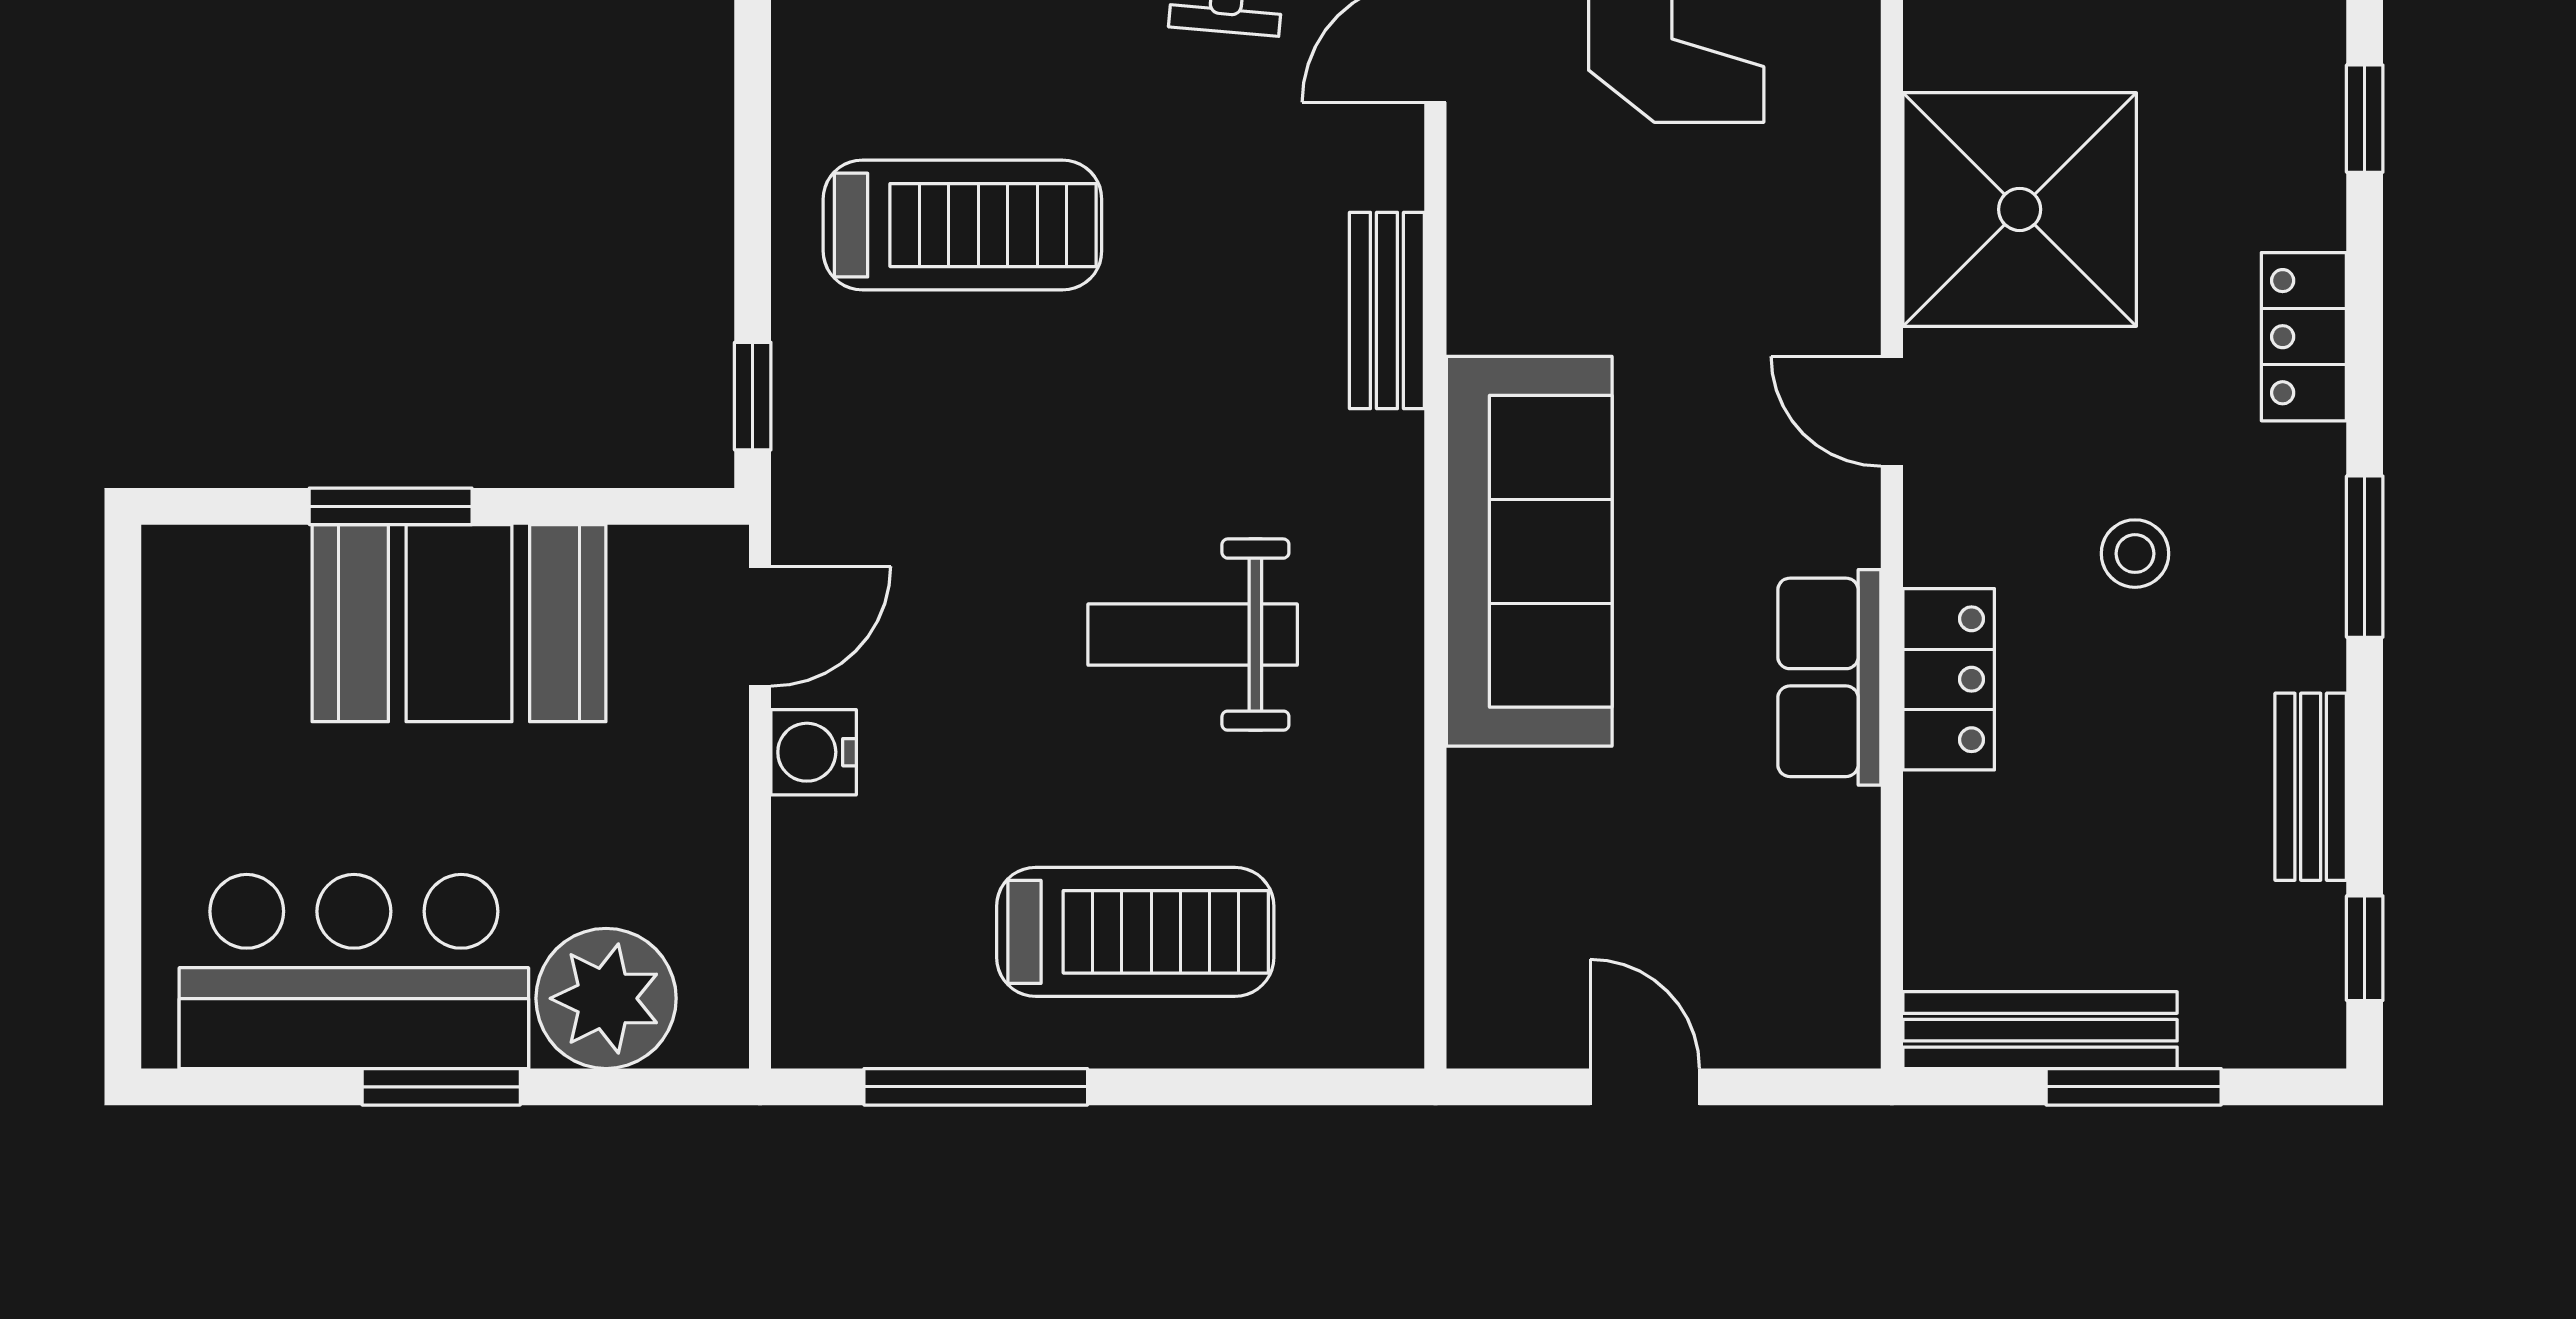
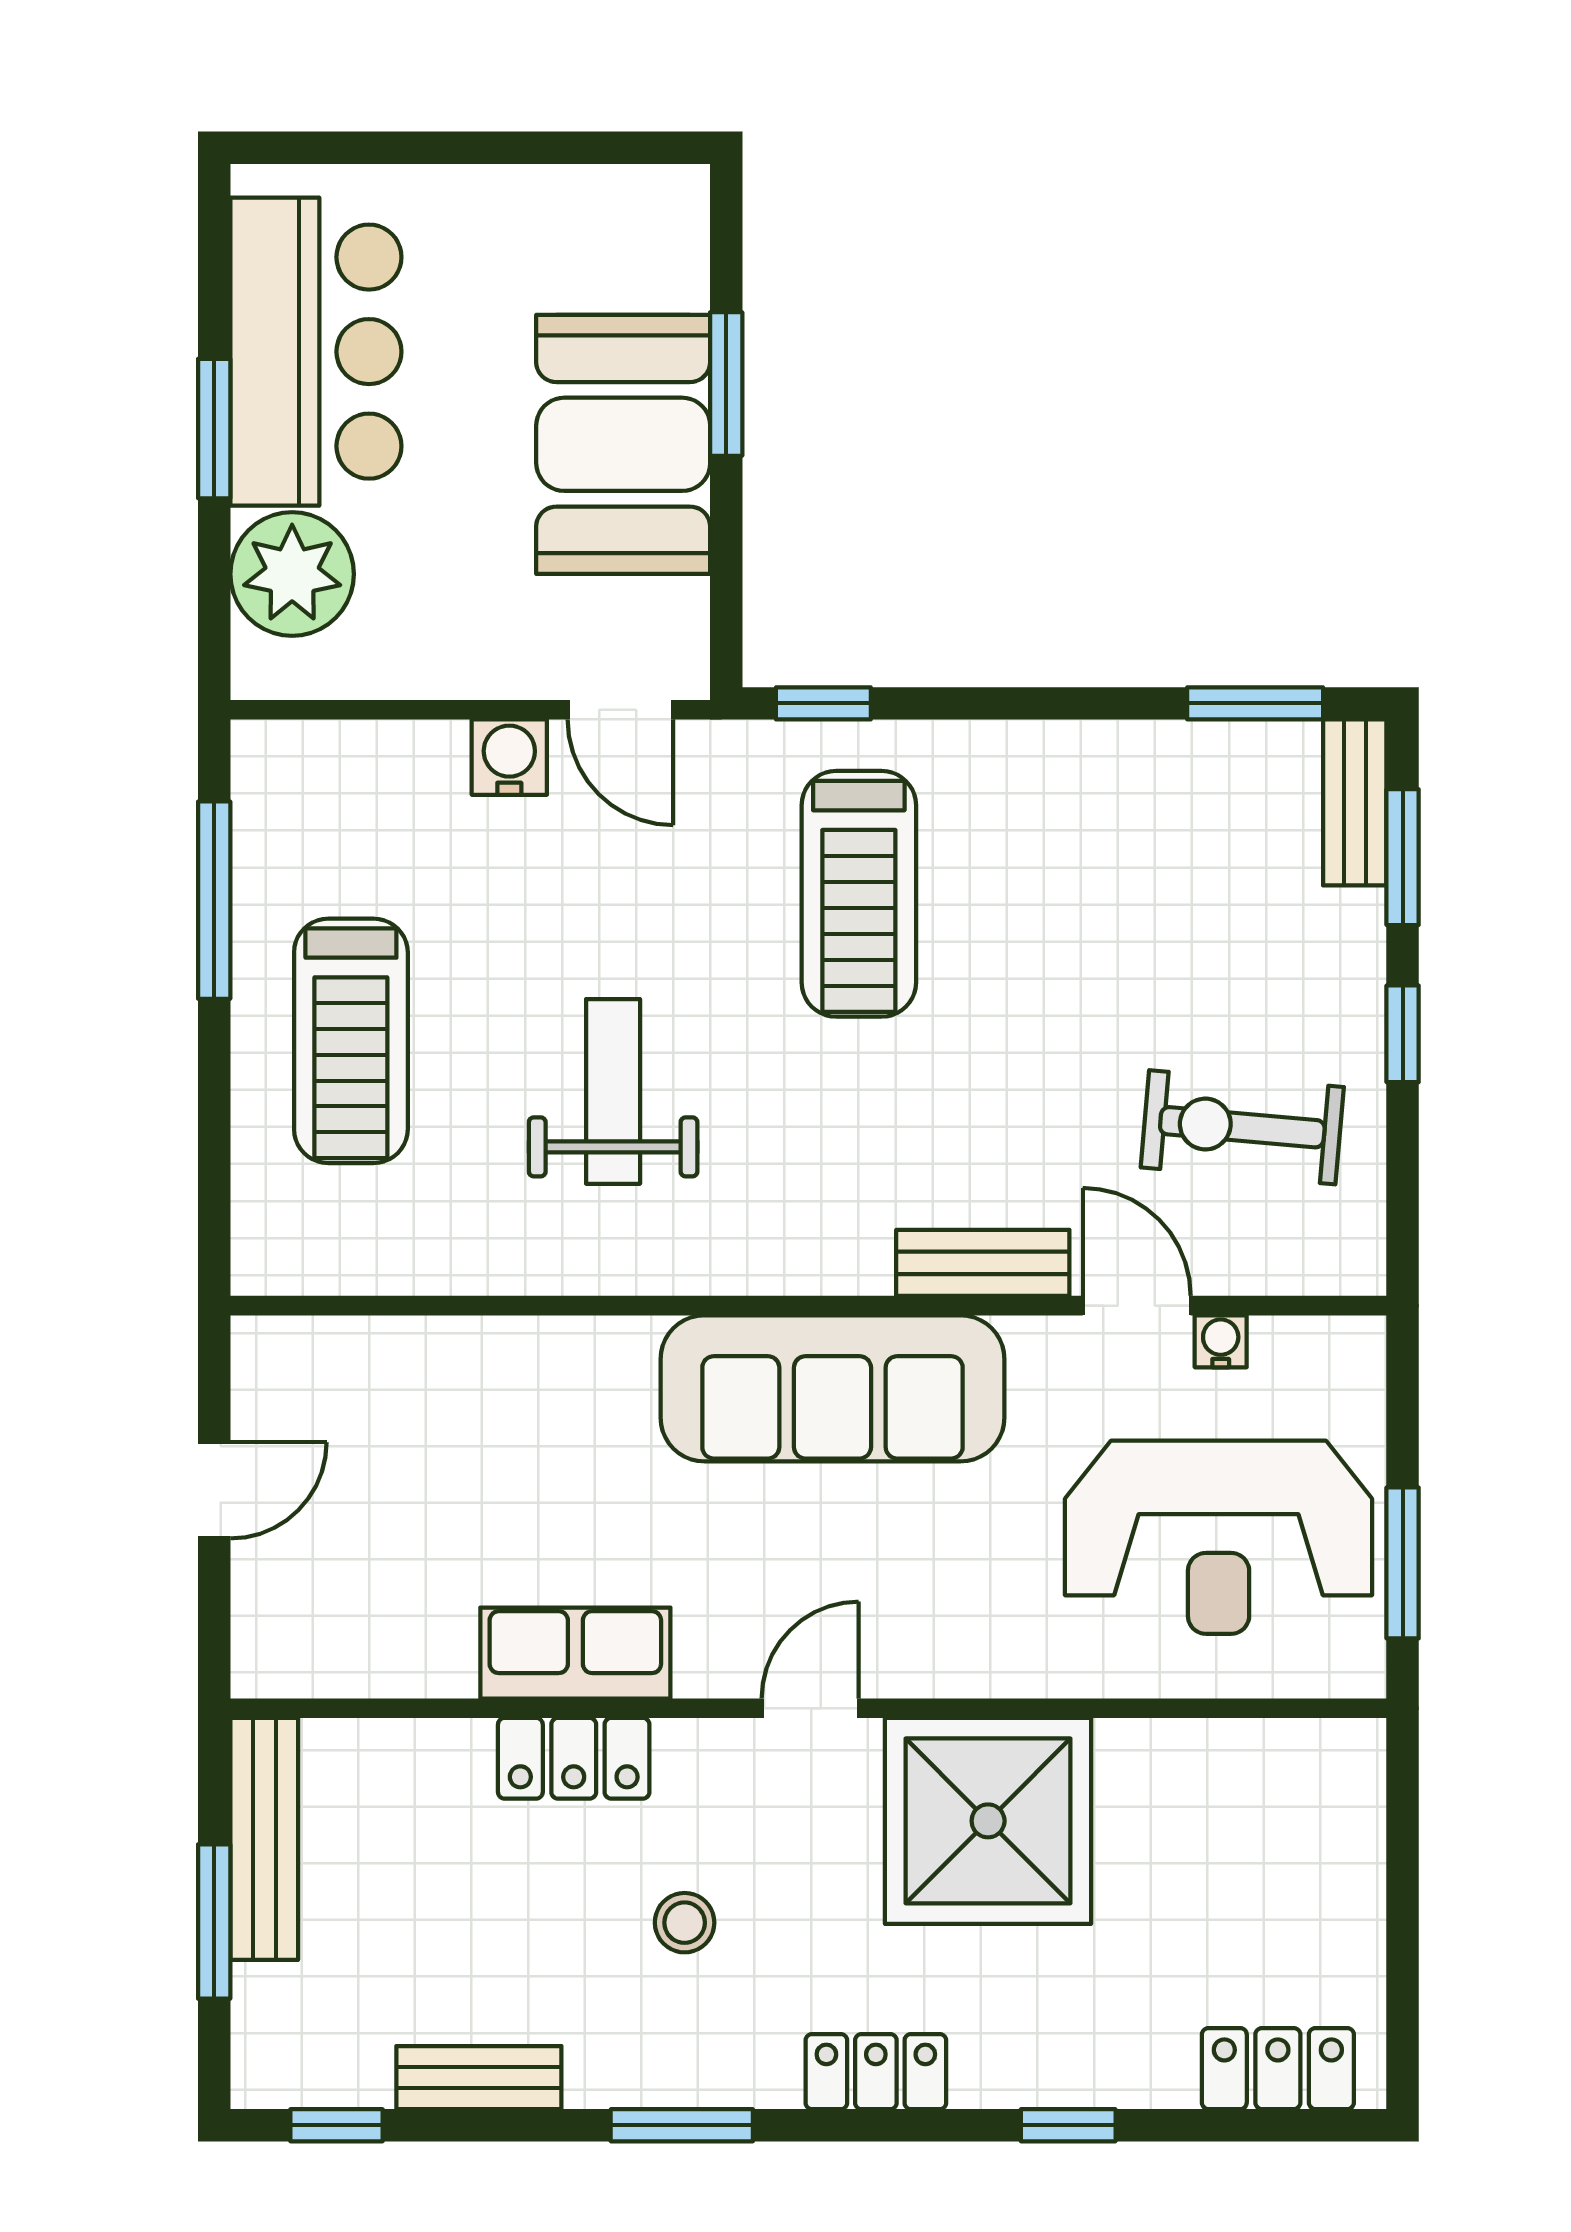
treadmill: (962, 225) -> (859, 894), moved
bench: (1387, 311) -> (983, 1263), moved
sofa: (1529, 551) -> (832, 1388), moved

